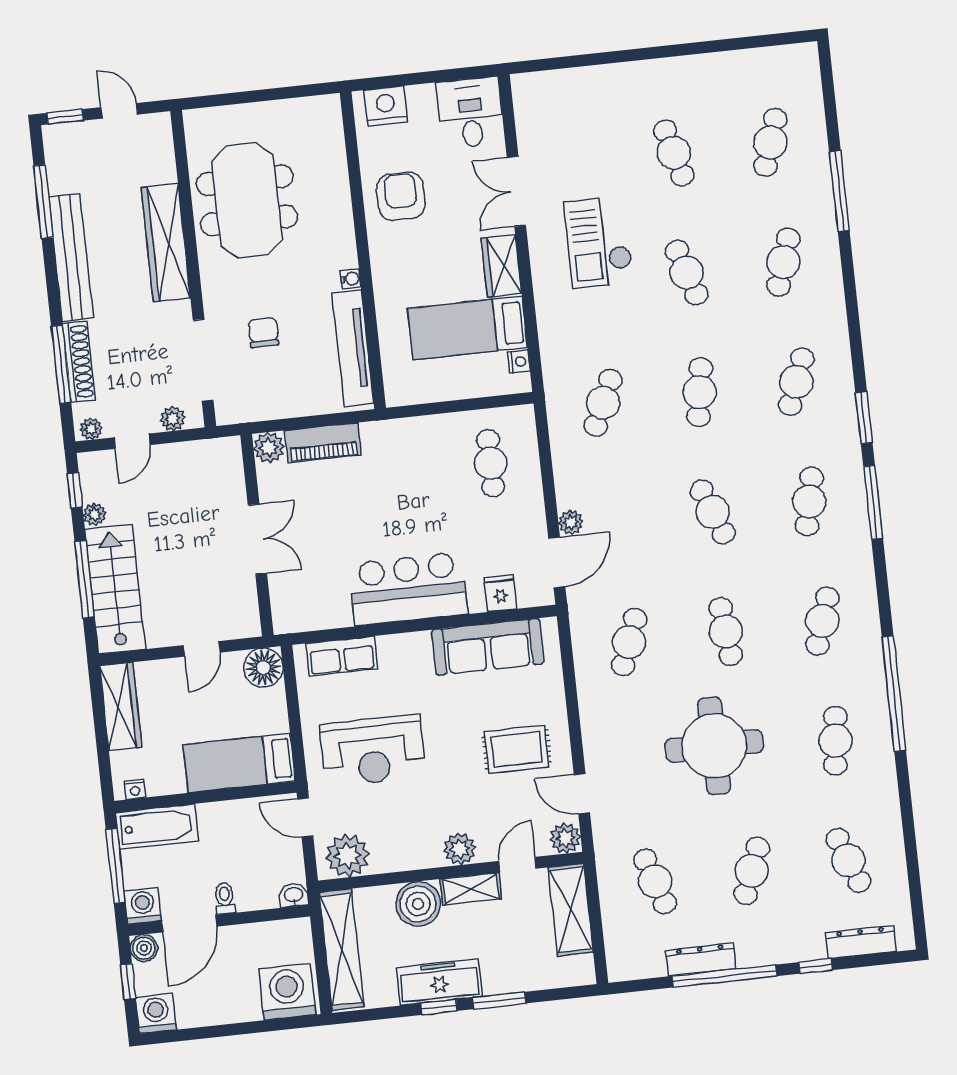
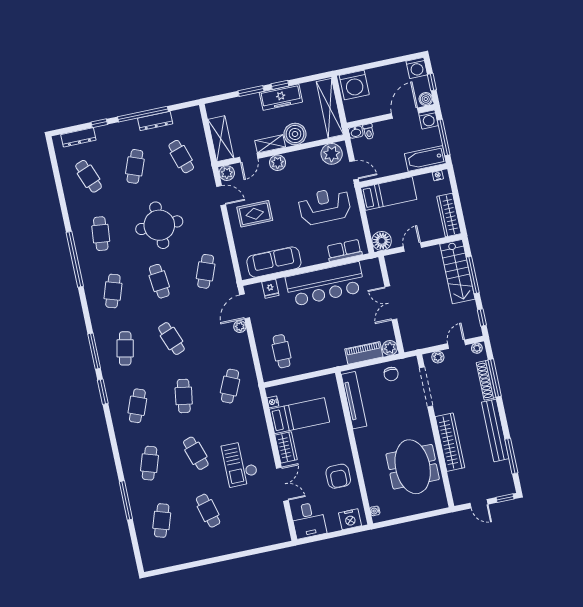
checkout: (599, 242) -> (240, 464), turned 180
water cooler: (351, 279) -> (375, 511), moved
chair: (263, 332) -> (391, 374), moved
plant: (95, 514) -> (471, 307), removed
bar counter: (408, 589) -> (325, 284), width x1.36
toilet: (225, 898) -> (369, 132), moved

